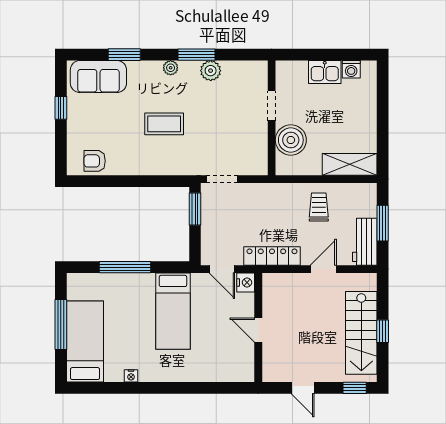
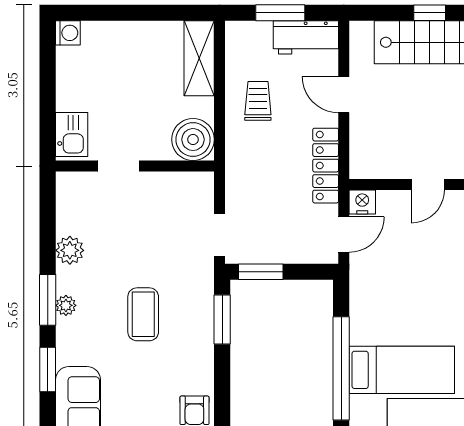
window: (197, 55) -> (48, 300), moved
washing machine: (351, 69) -> (68, 33), moved
kitchen sink: (325, 72) -> (72, 135), moved
boiler: (291, 140) -> (193, 140), moved
window: (160, 181) -> (222, 319), added
trolley: (319, 207) -> (258, 101), turned 90
window: (125, 267) -> (341, 368), width x1.46
bed: (173, 311) -> (402, 370), moved

